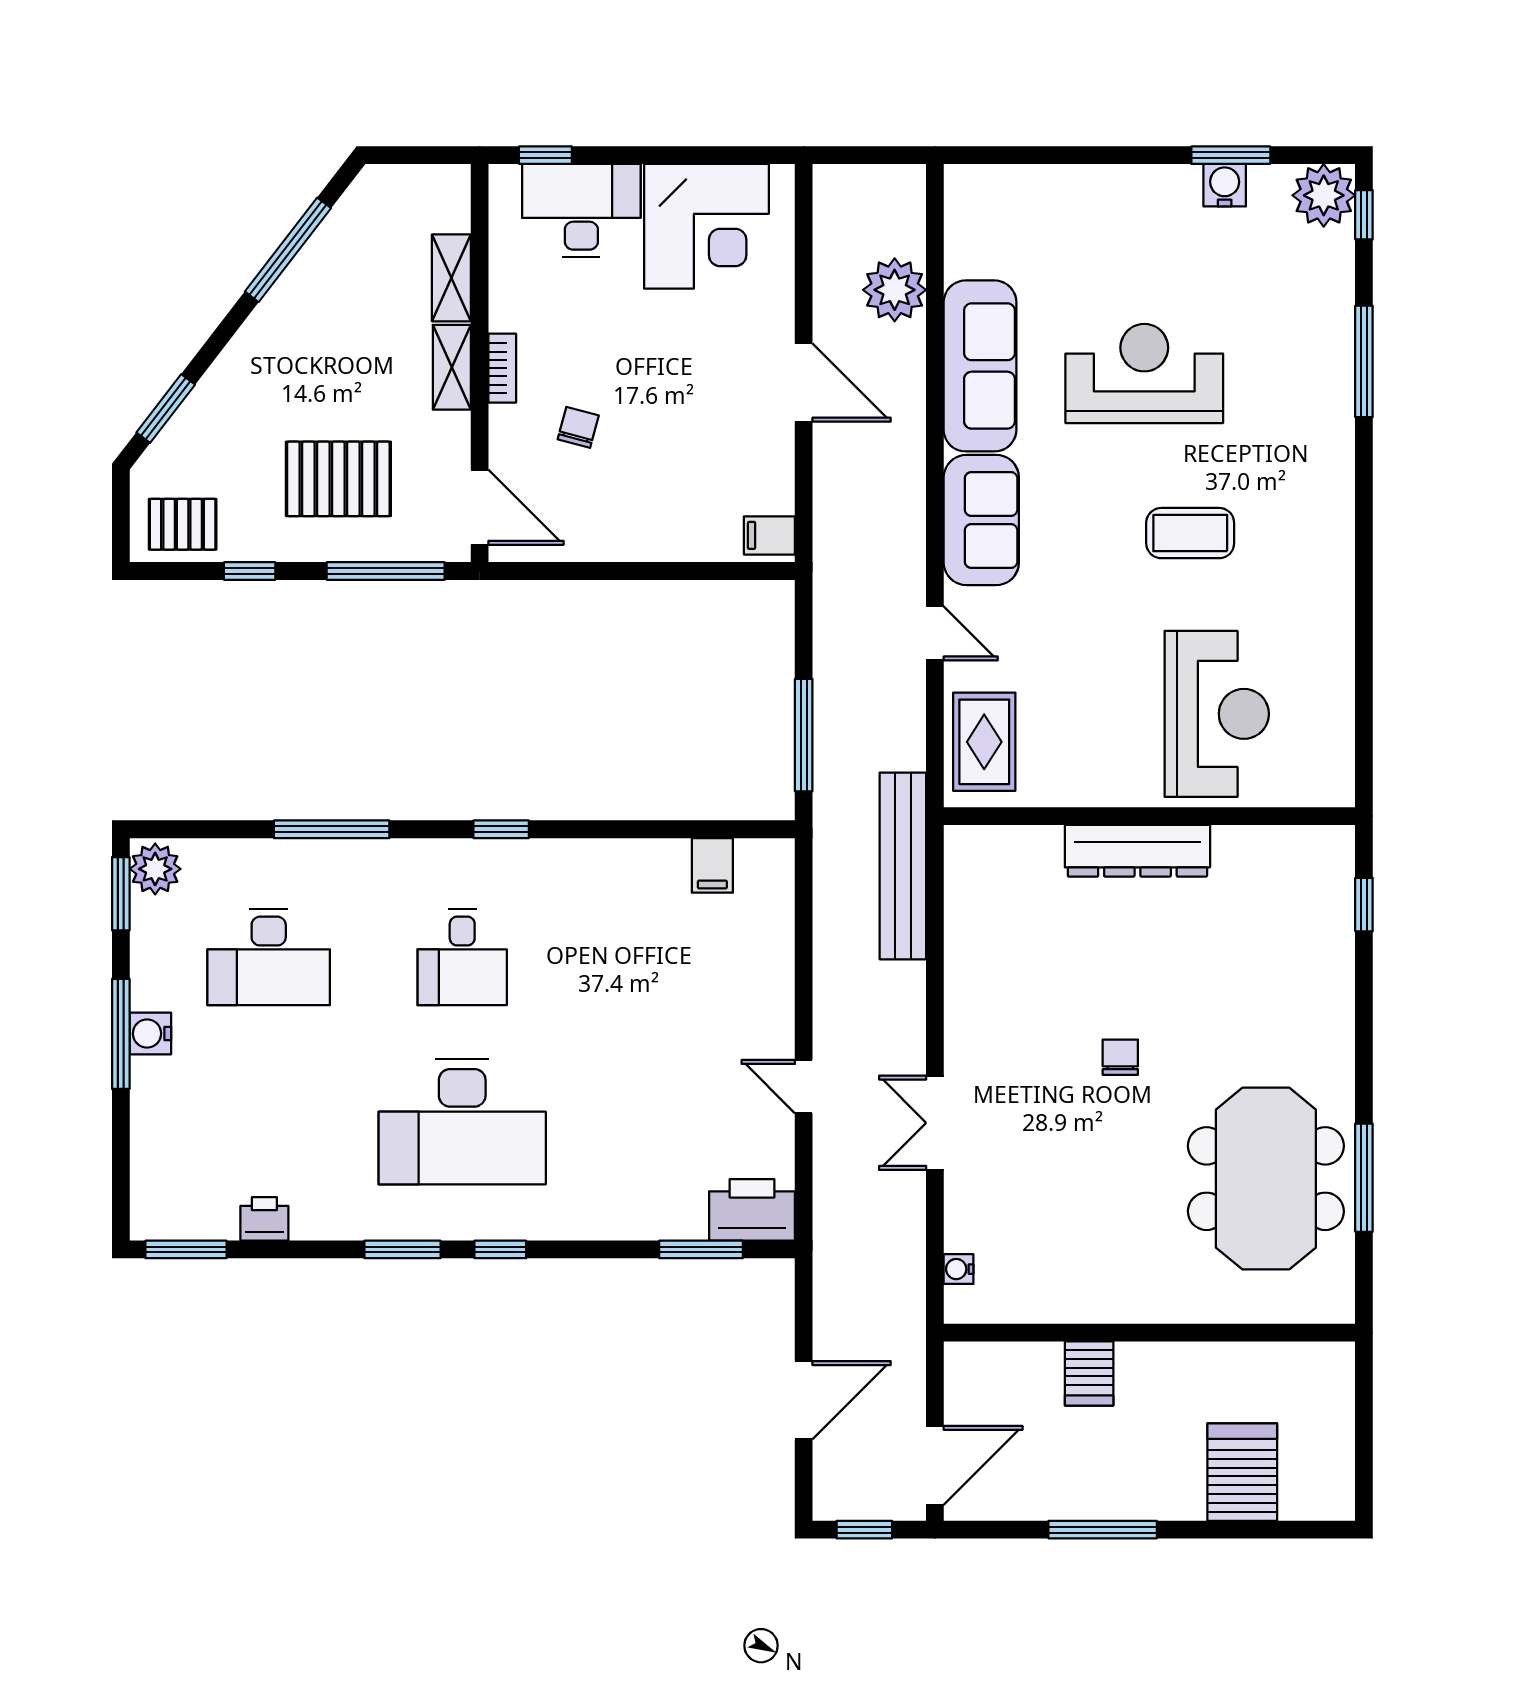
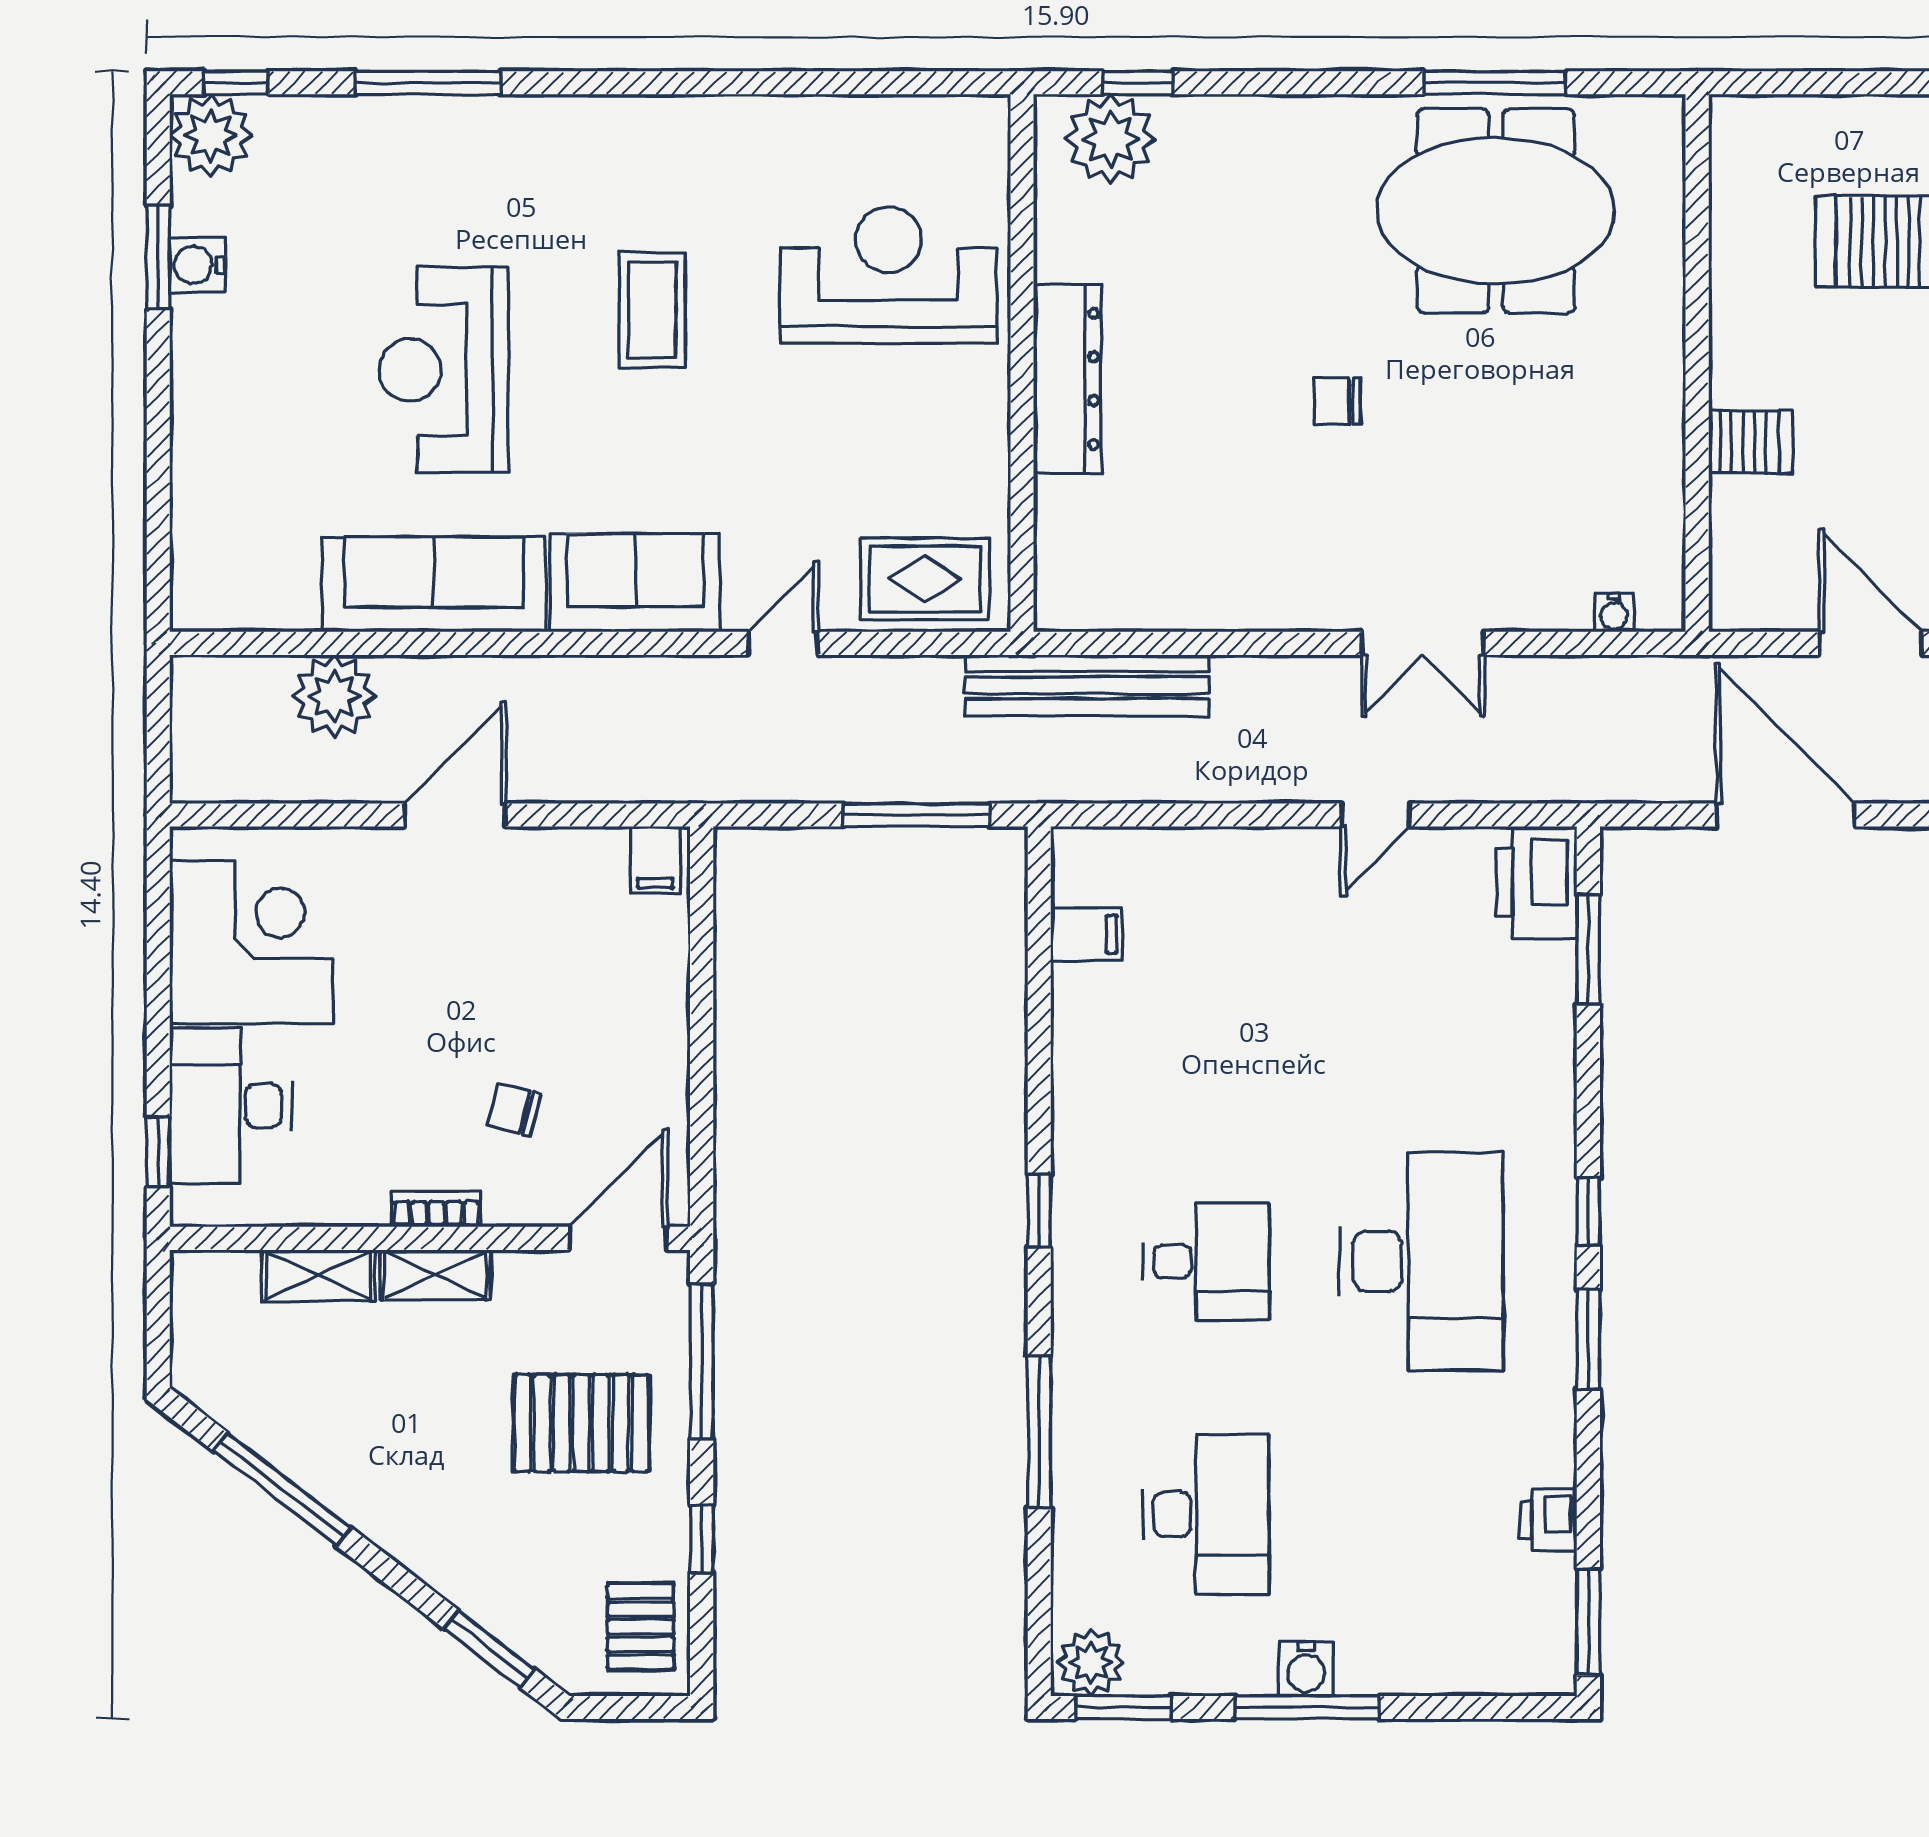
pallet: (338, 479) -> (581, 1423), turned 90
plant: (1321, 884) -> (1111, 139), added
door: (804, 1400) -> (1786, 815), width x1.36

